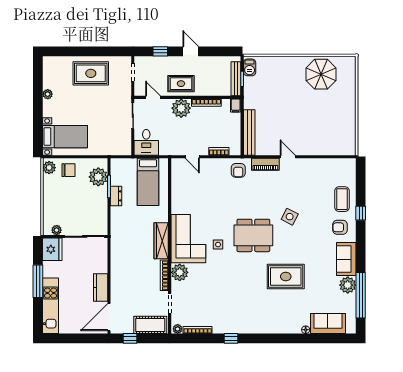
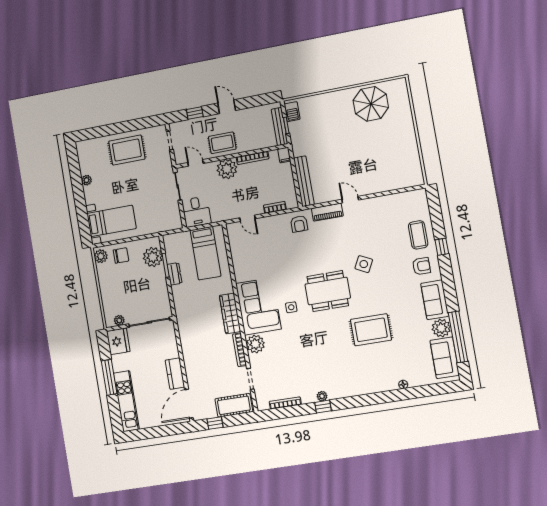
armchair: (340, 227) -> (421, 266), turned 180
sofa: (328, 324) -> (445, 358), moved, turned -90
plant: (178, 329) -> (322, 396), moved

